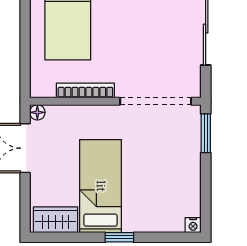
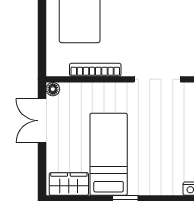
doorway: (156, 101) -> (157, 79), width x0.73

